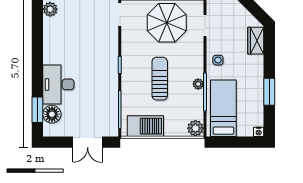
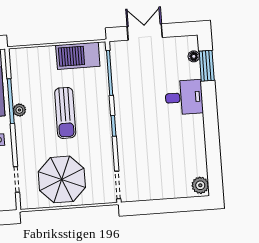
desk: (58, 84) -> (184, 97), width x0.73
floor lamp: (52, 114) -> (194, 56), width x0.53, depth x0.53
plant: (195, 128) -> (19, 58), removed

